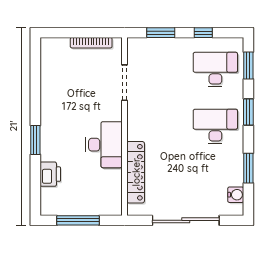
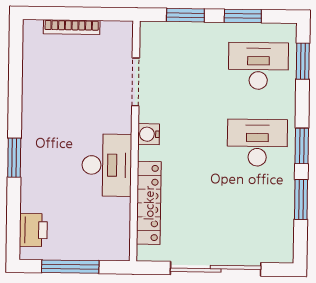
window: (203, 33) -> (243, 16), width x1.50
bookcase: (91, 43) -> (72, 27), moved
window: (248, 112) -> (302, 146), moved
printer: (50, 174) -> (33, 230), moved
water cooler: (236, 195) -> (149, 134), moved, turned 180

